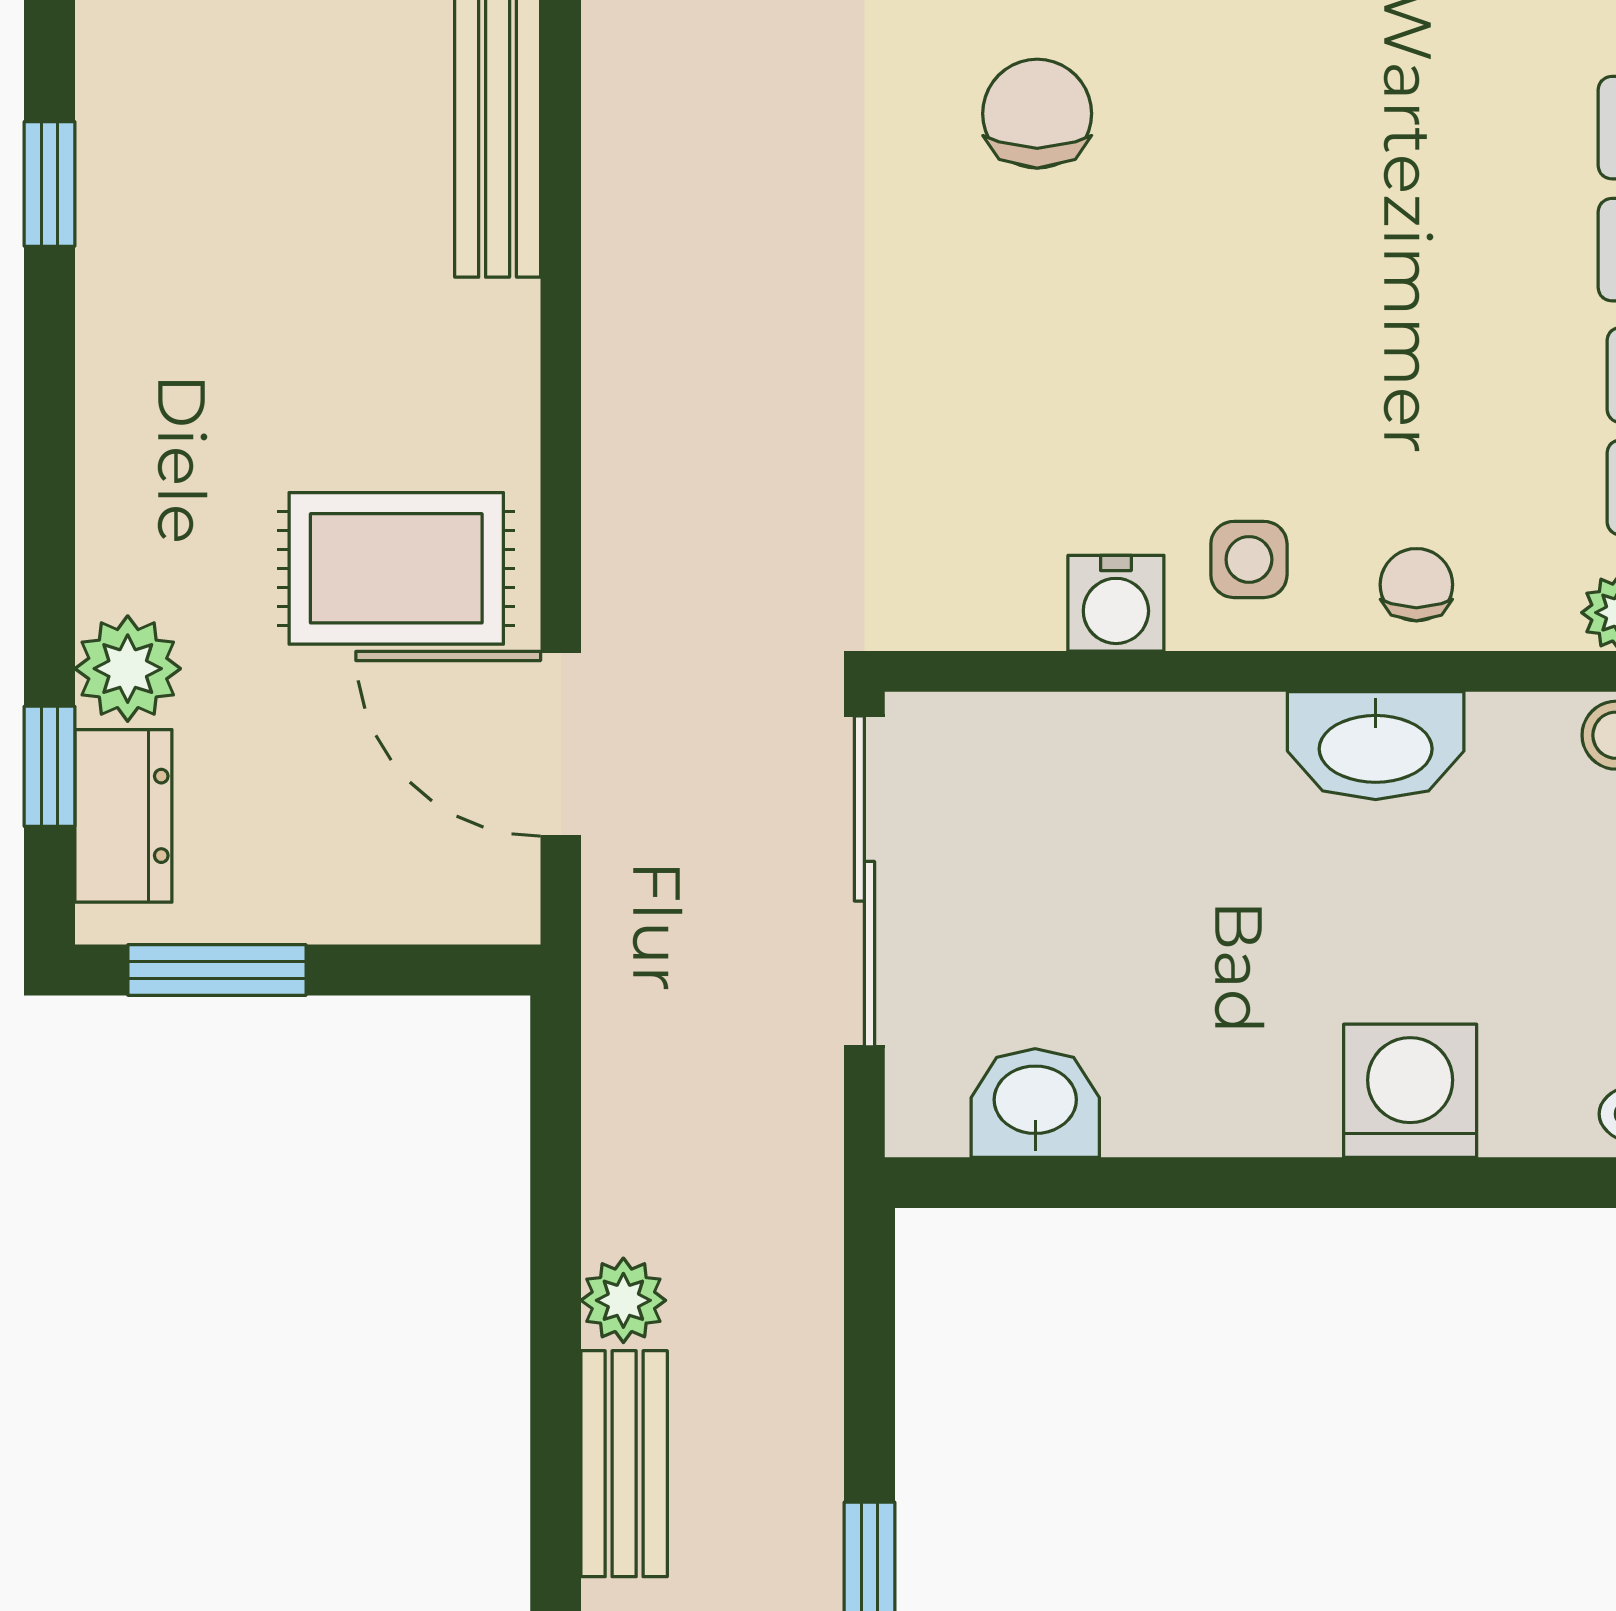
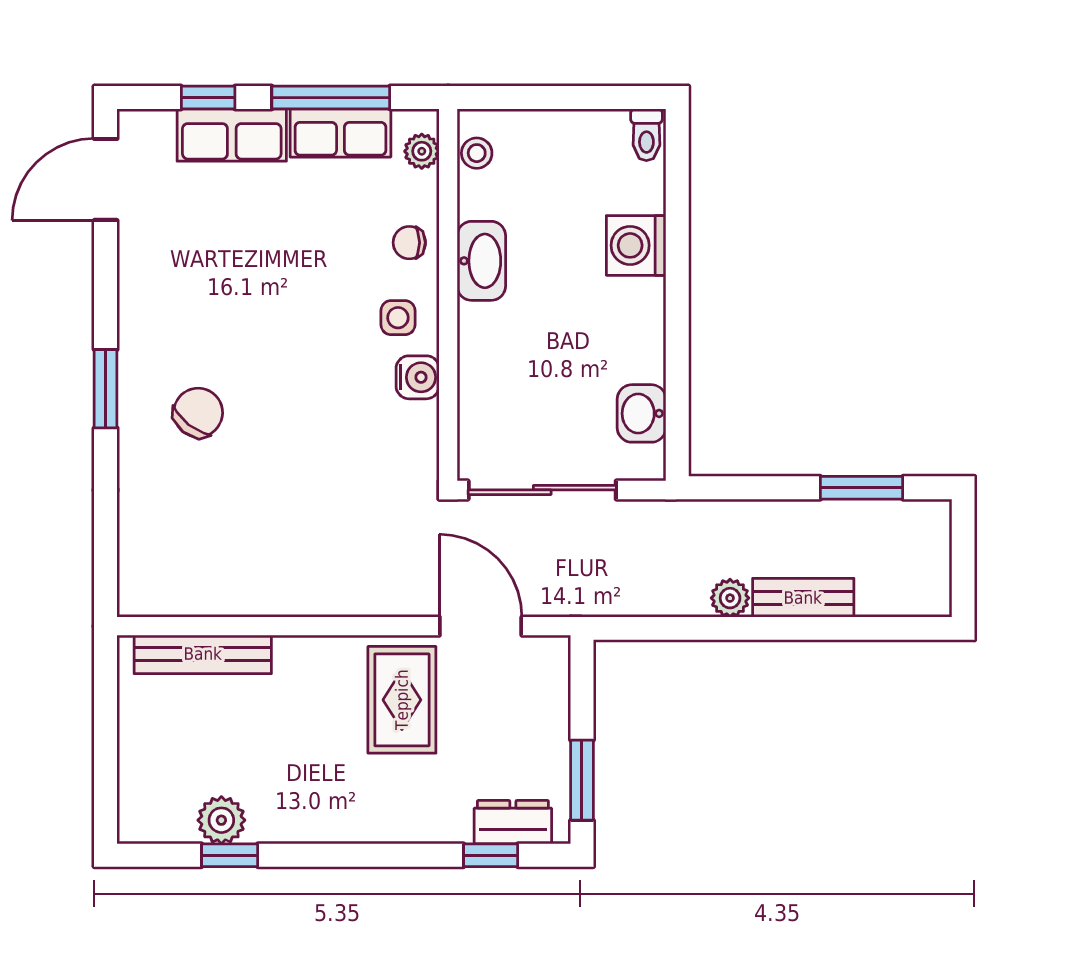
chair: (1037, 114) -> (198, 413), turned 128
plant: (128, 669) -> (221, 820), moved
door: (561, 744) -> (481, 626), swing flipped

